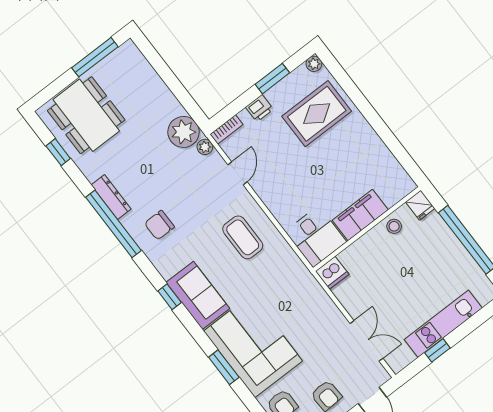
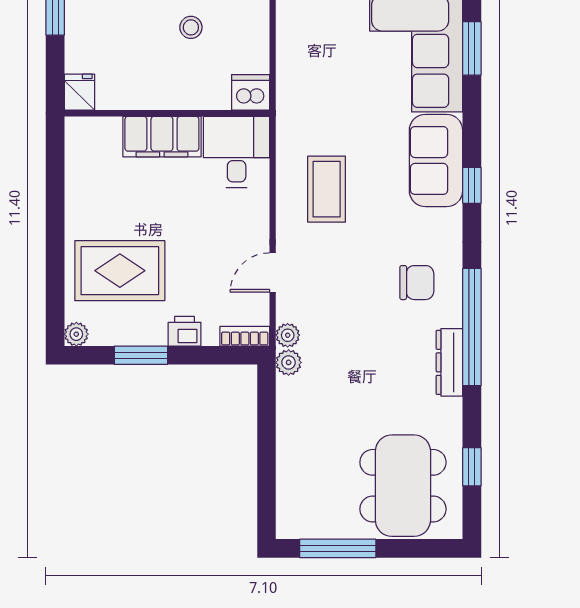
plant: (183, 132) -> (289, 362), width x0.53, depth x0.53
fridge: (420, 205) -> (79, 92), moved
filing cabinet: (360, 215) -> (162, 137), moved
stool: (394, 226) -> (191, 27), moved
wall: (367, 229) -> (167, 113), moved
desk: (316, 237) -> (237, 152), moved
dishwasher: (332, 273) -> (251, 92), moved

